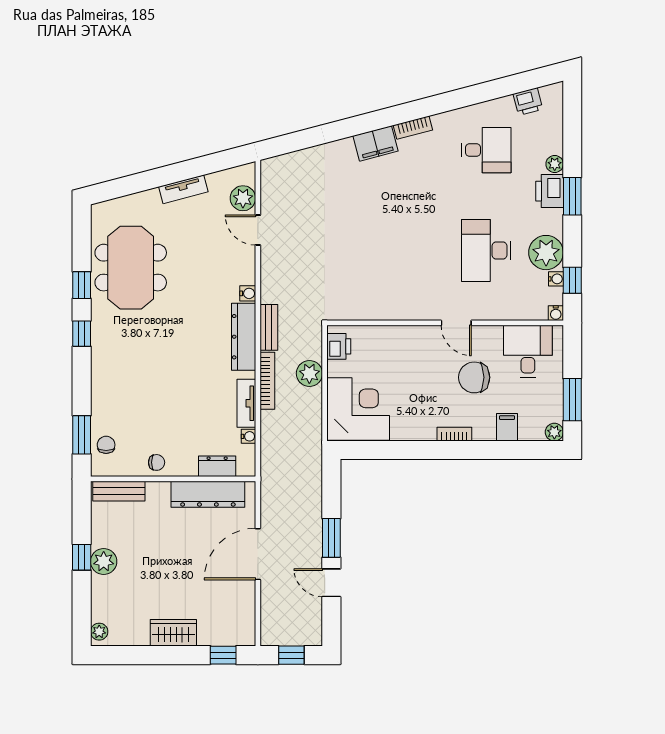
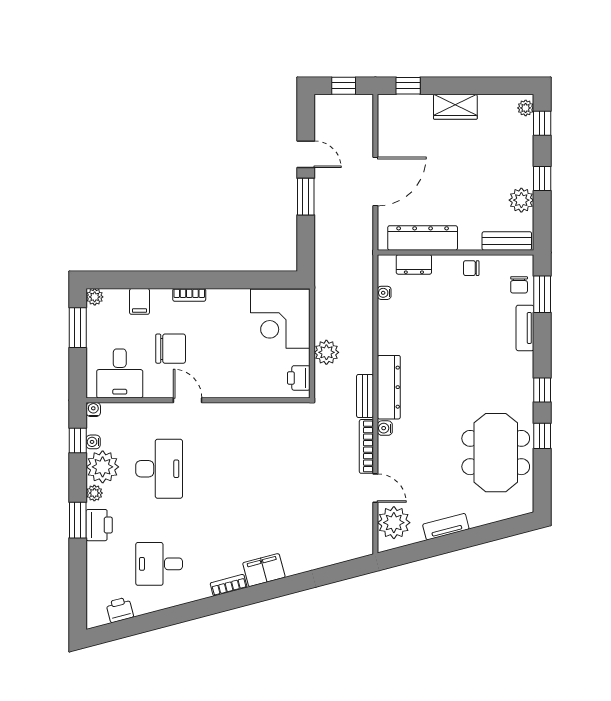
plant: (555, 164) -> (94, 493), moved
plant: (243, 198) -> (394, 523), width x1.36, depth x1.36
bookcase: (267, 381) -> (366, 446), moved
tv unit: (246, 403) -> (525, 328), moved, turned 180
plant: (104, 561) -> (521, 200), moved
window: (82, 615) -> (542, 123), added

